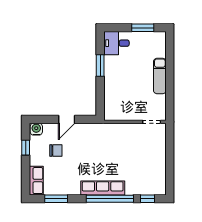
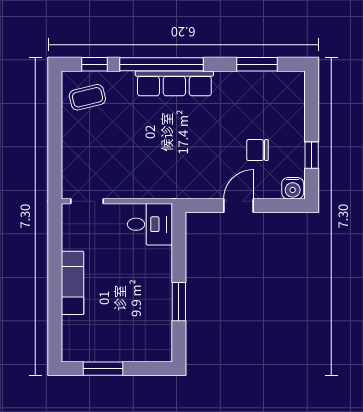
desk: (116, 43) -> (150, 224), moved
coffee table: (151, 180) -> (87, 97), added
row of seats: (36, 181) -> (293, 97), removed

